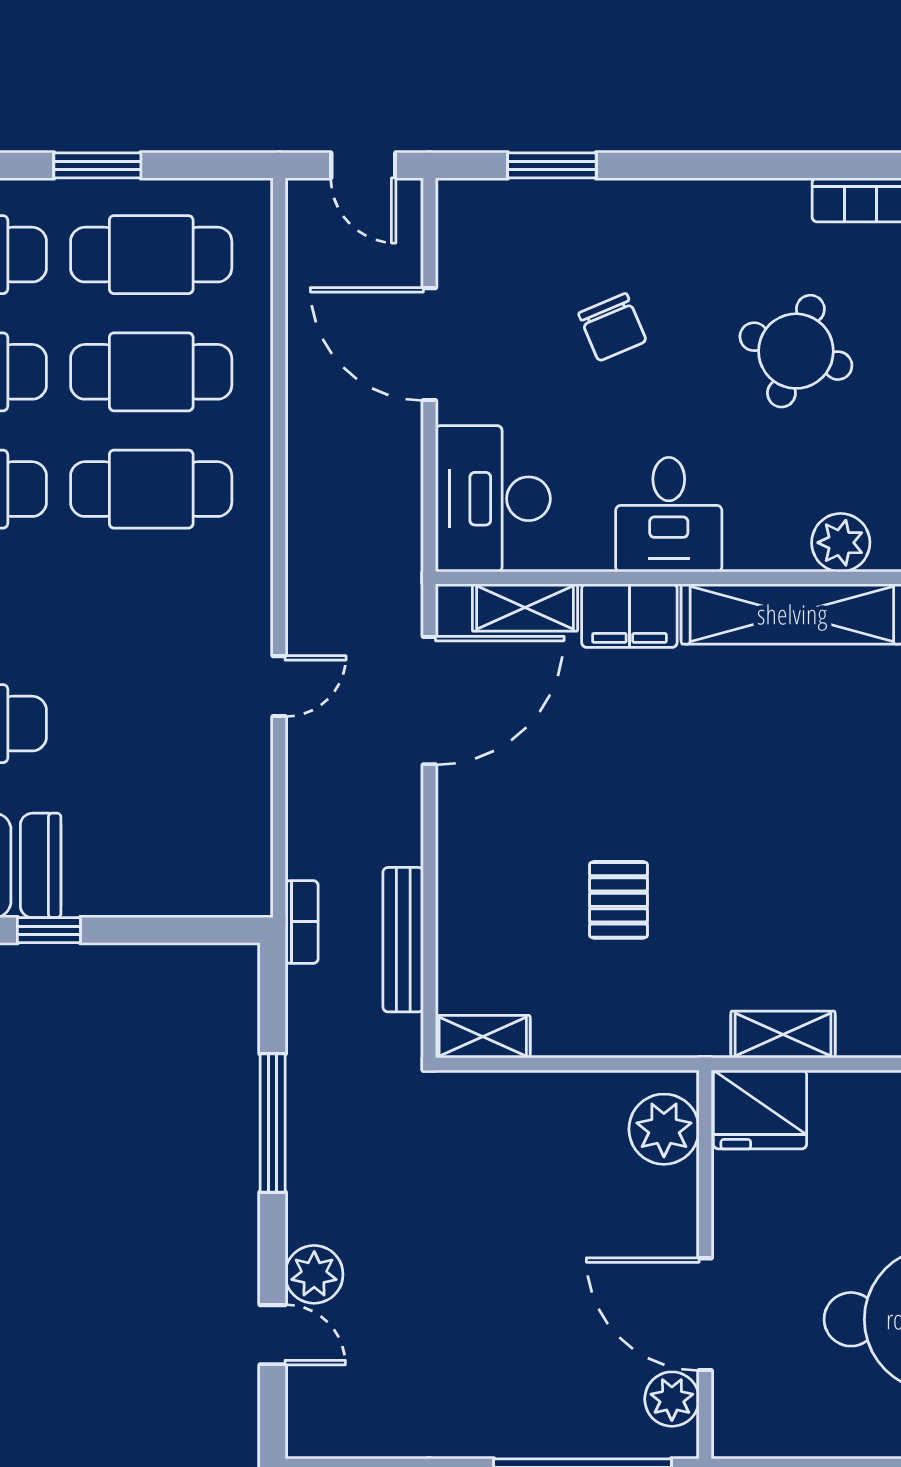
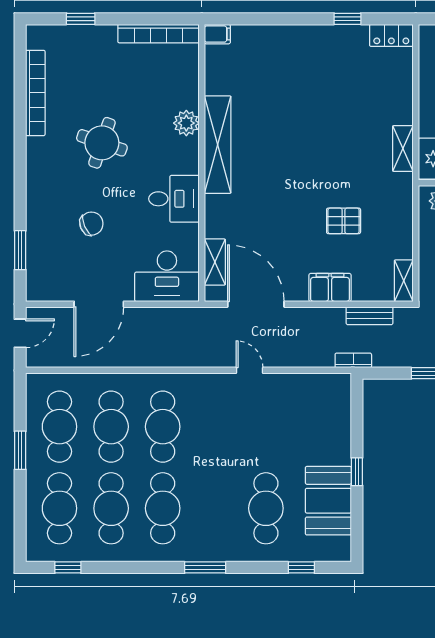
filing cabinet: (629, 616) -> (330, 287), moved, turned -90
bench: (403, 940) -> (370, 316), width x0.73

